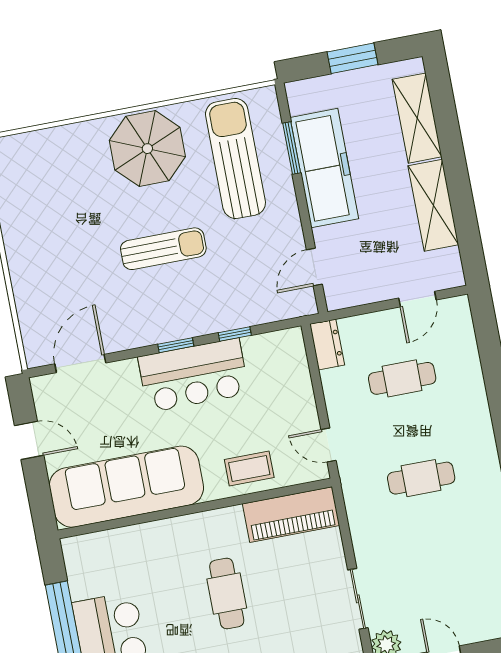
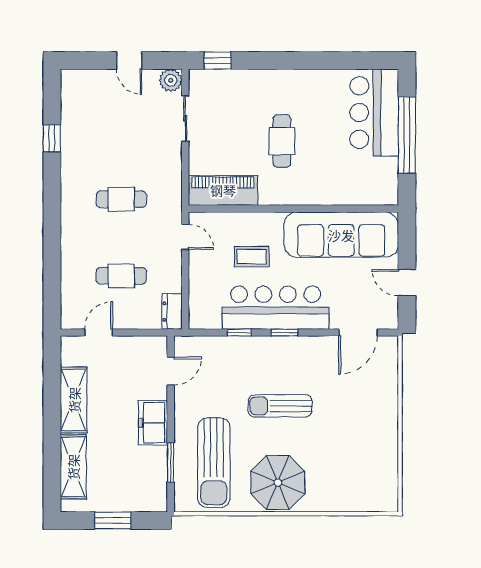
freezer: (324, 168) -> (153, 423), width x0.52, depth x0.79
bar counter: (193, 375) -> (276, 308), width x1.36
coffee table: (249, 469) -> (252, 257), moved

